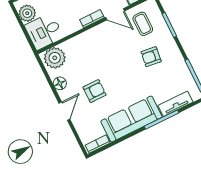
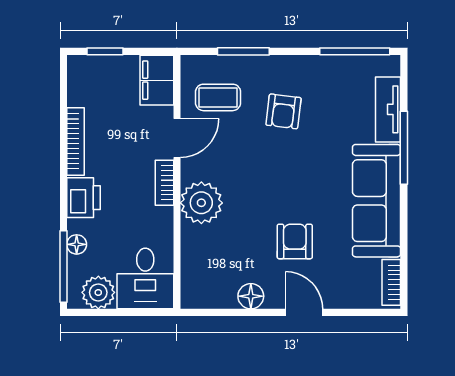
plant: (55, 58) -> (201, 203), moved

